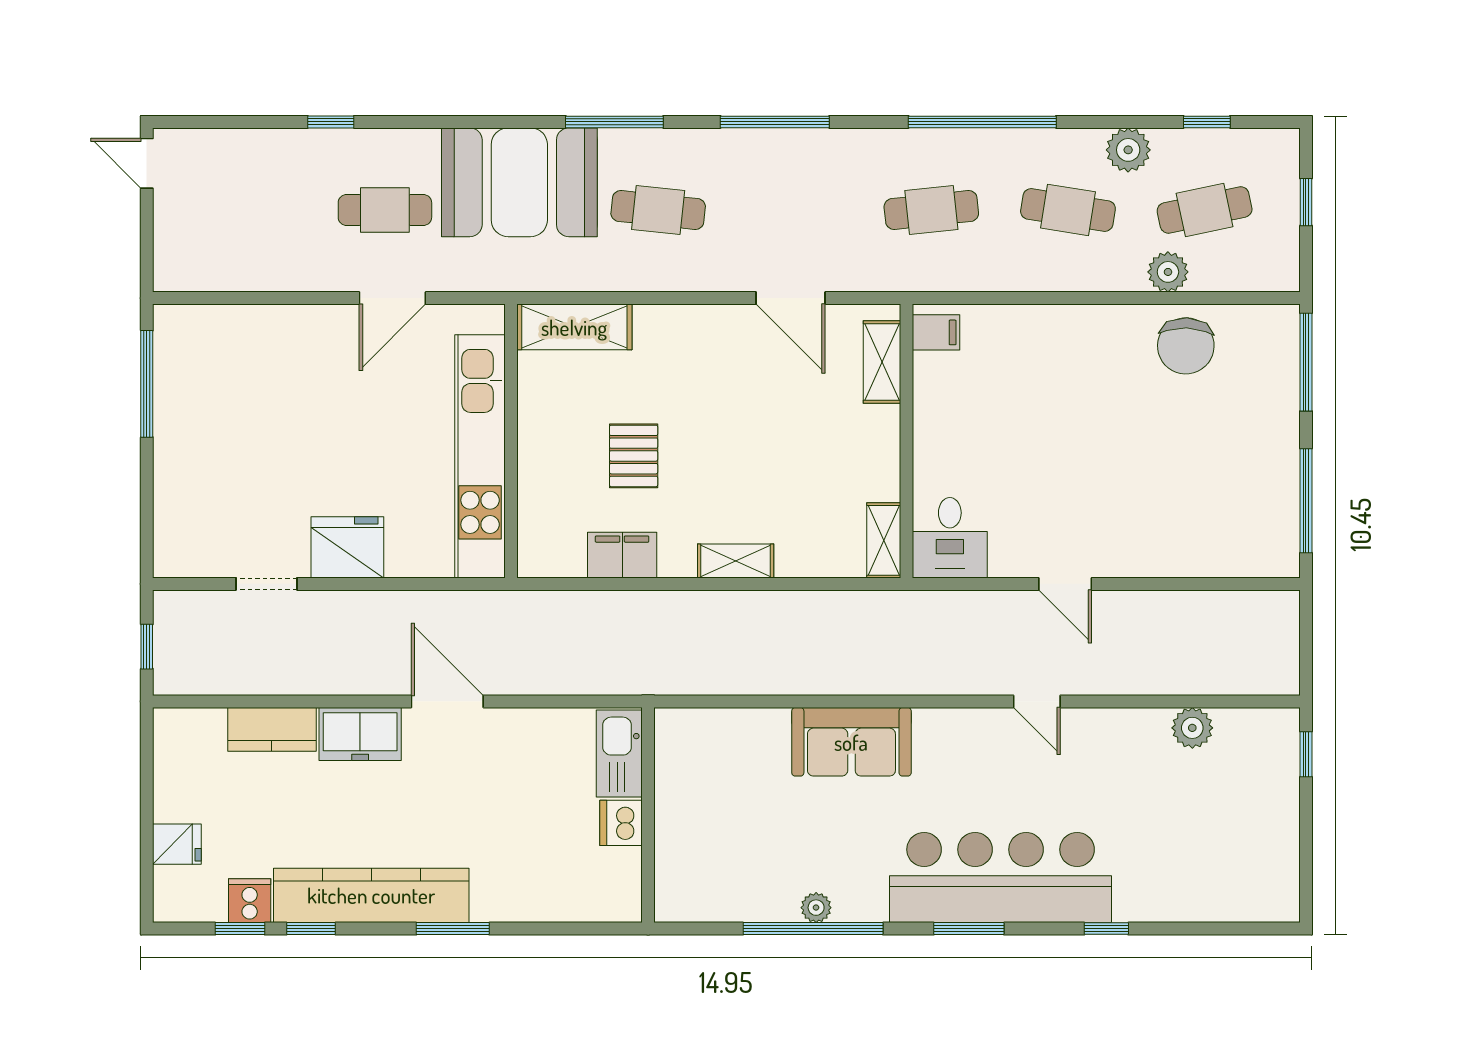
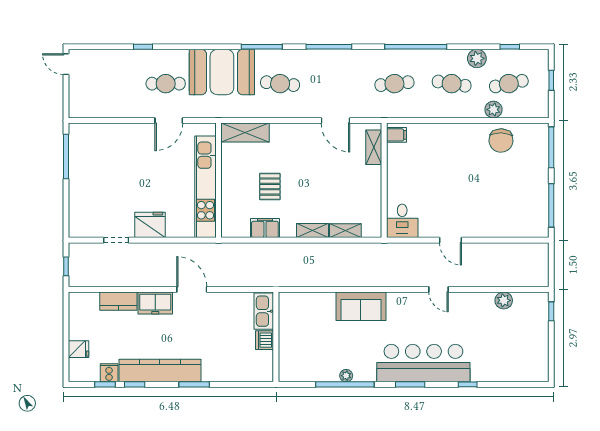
shelving: (884, 540) -> (345, 231), moved, turned 90

